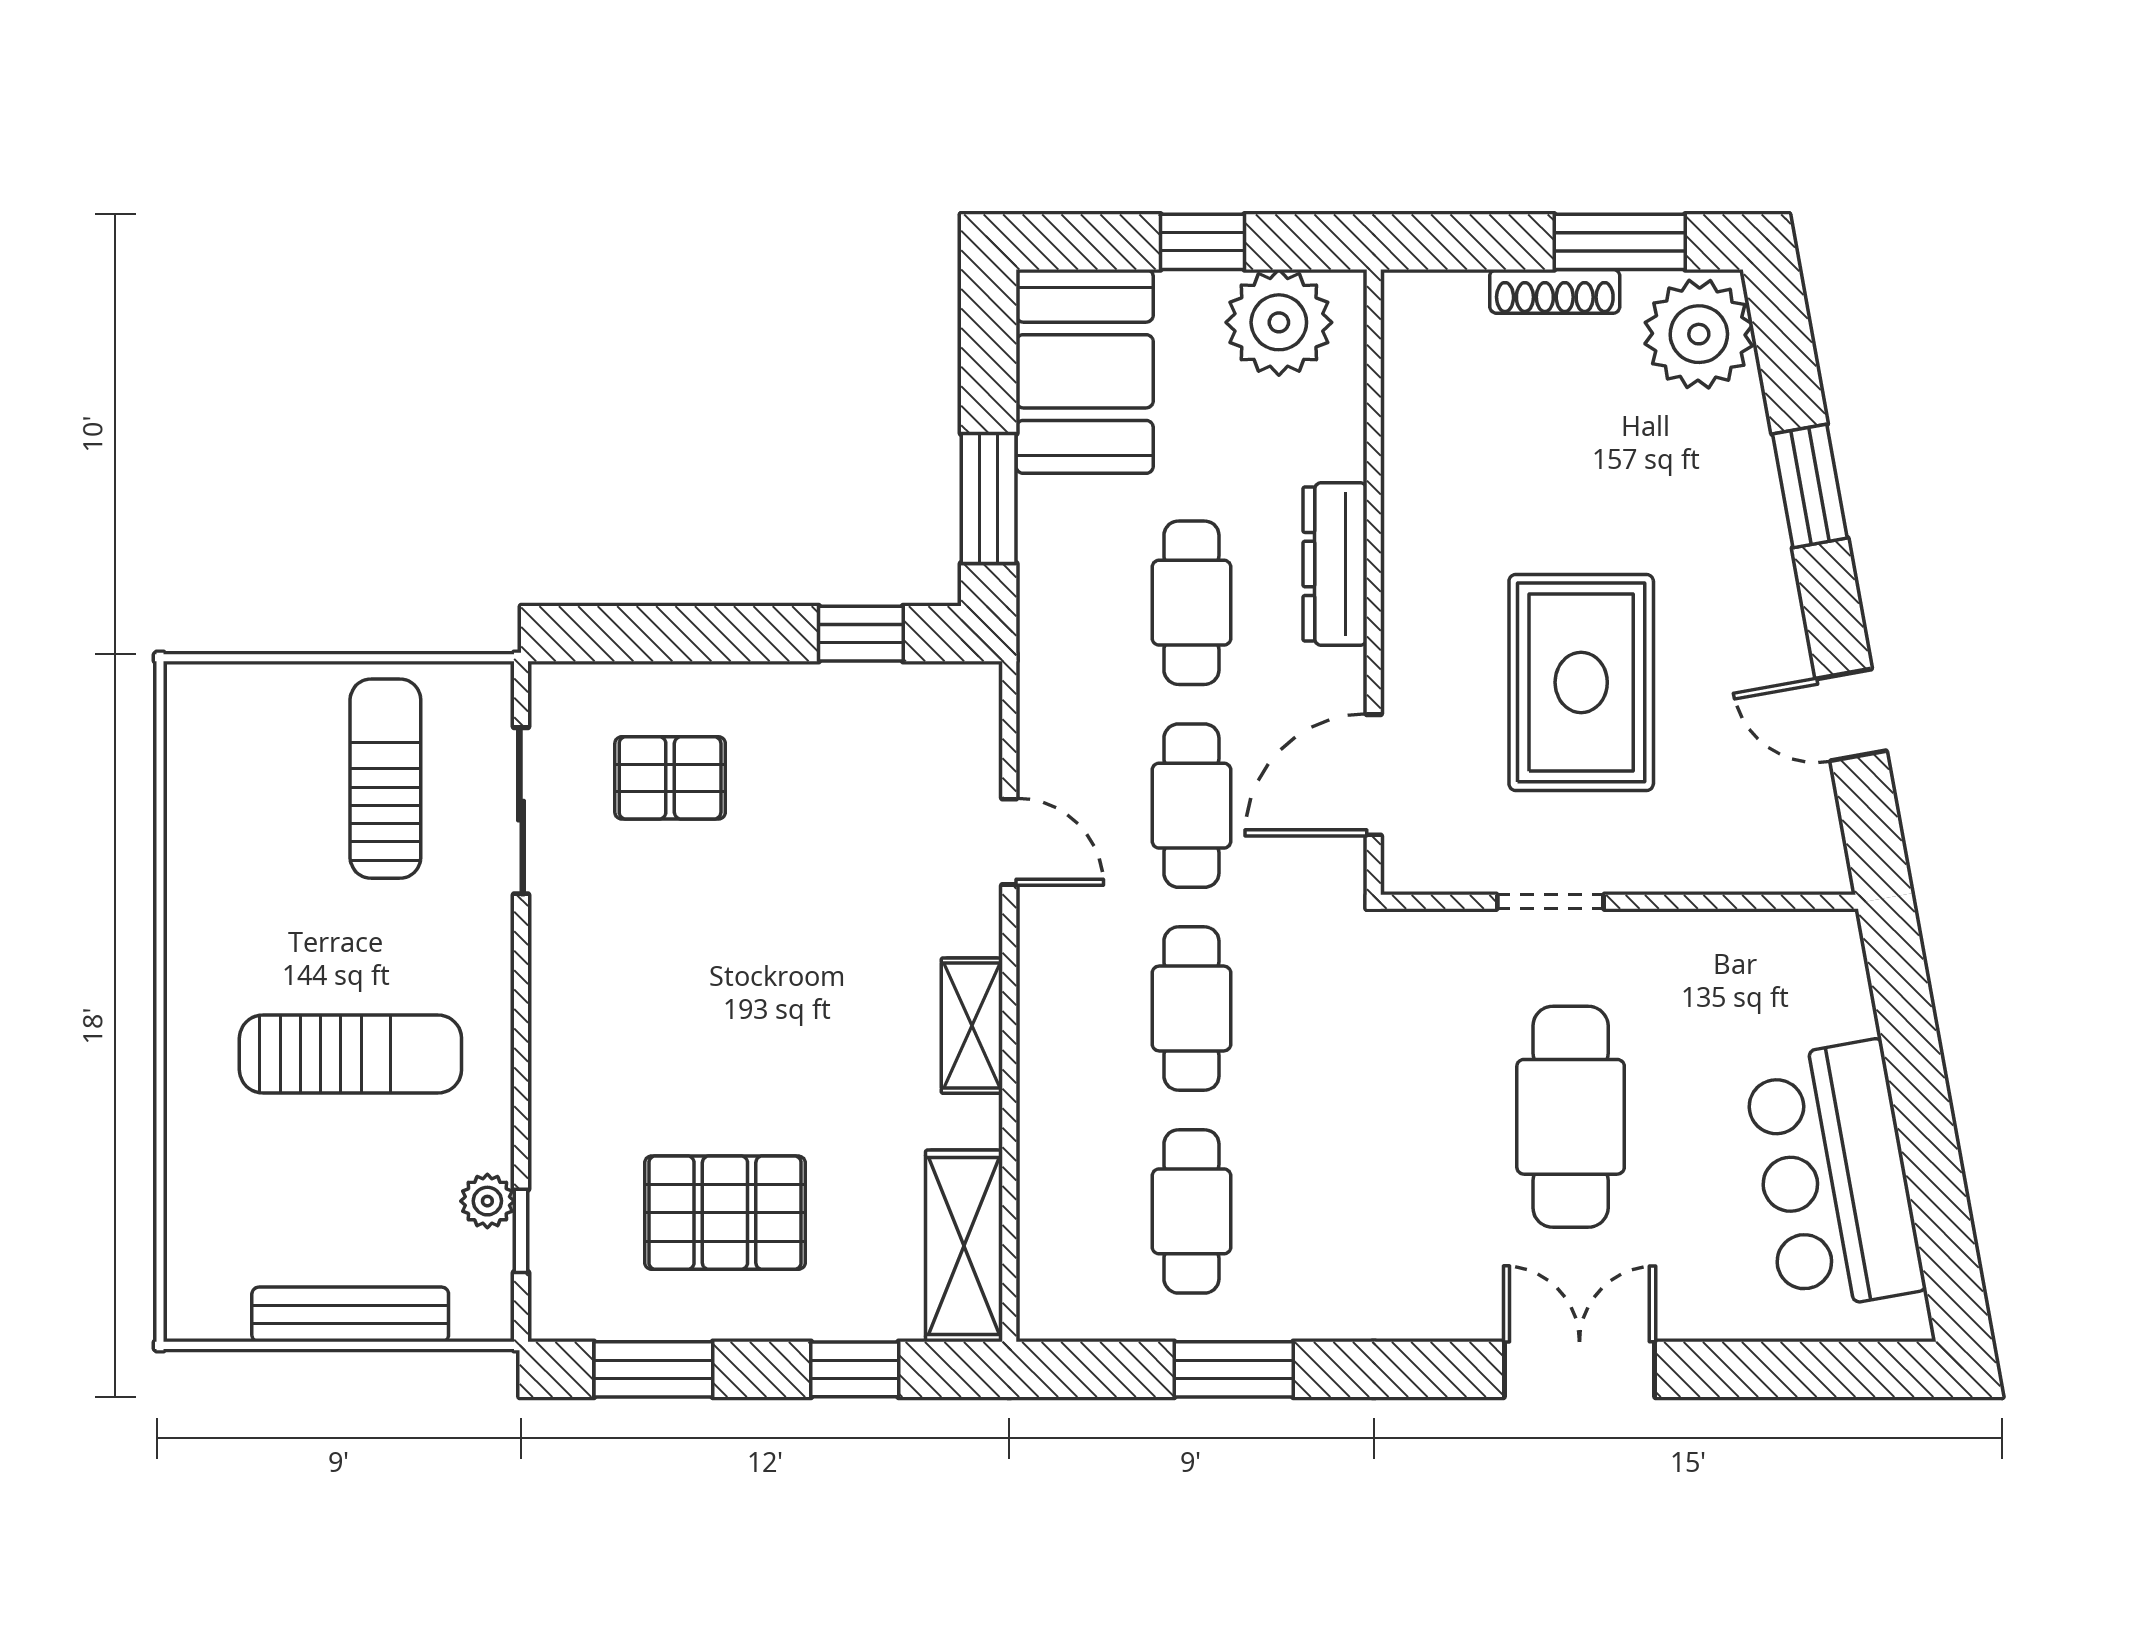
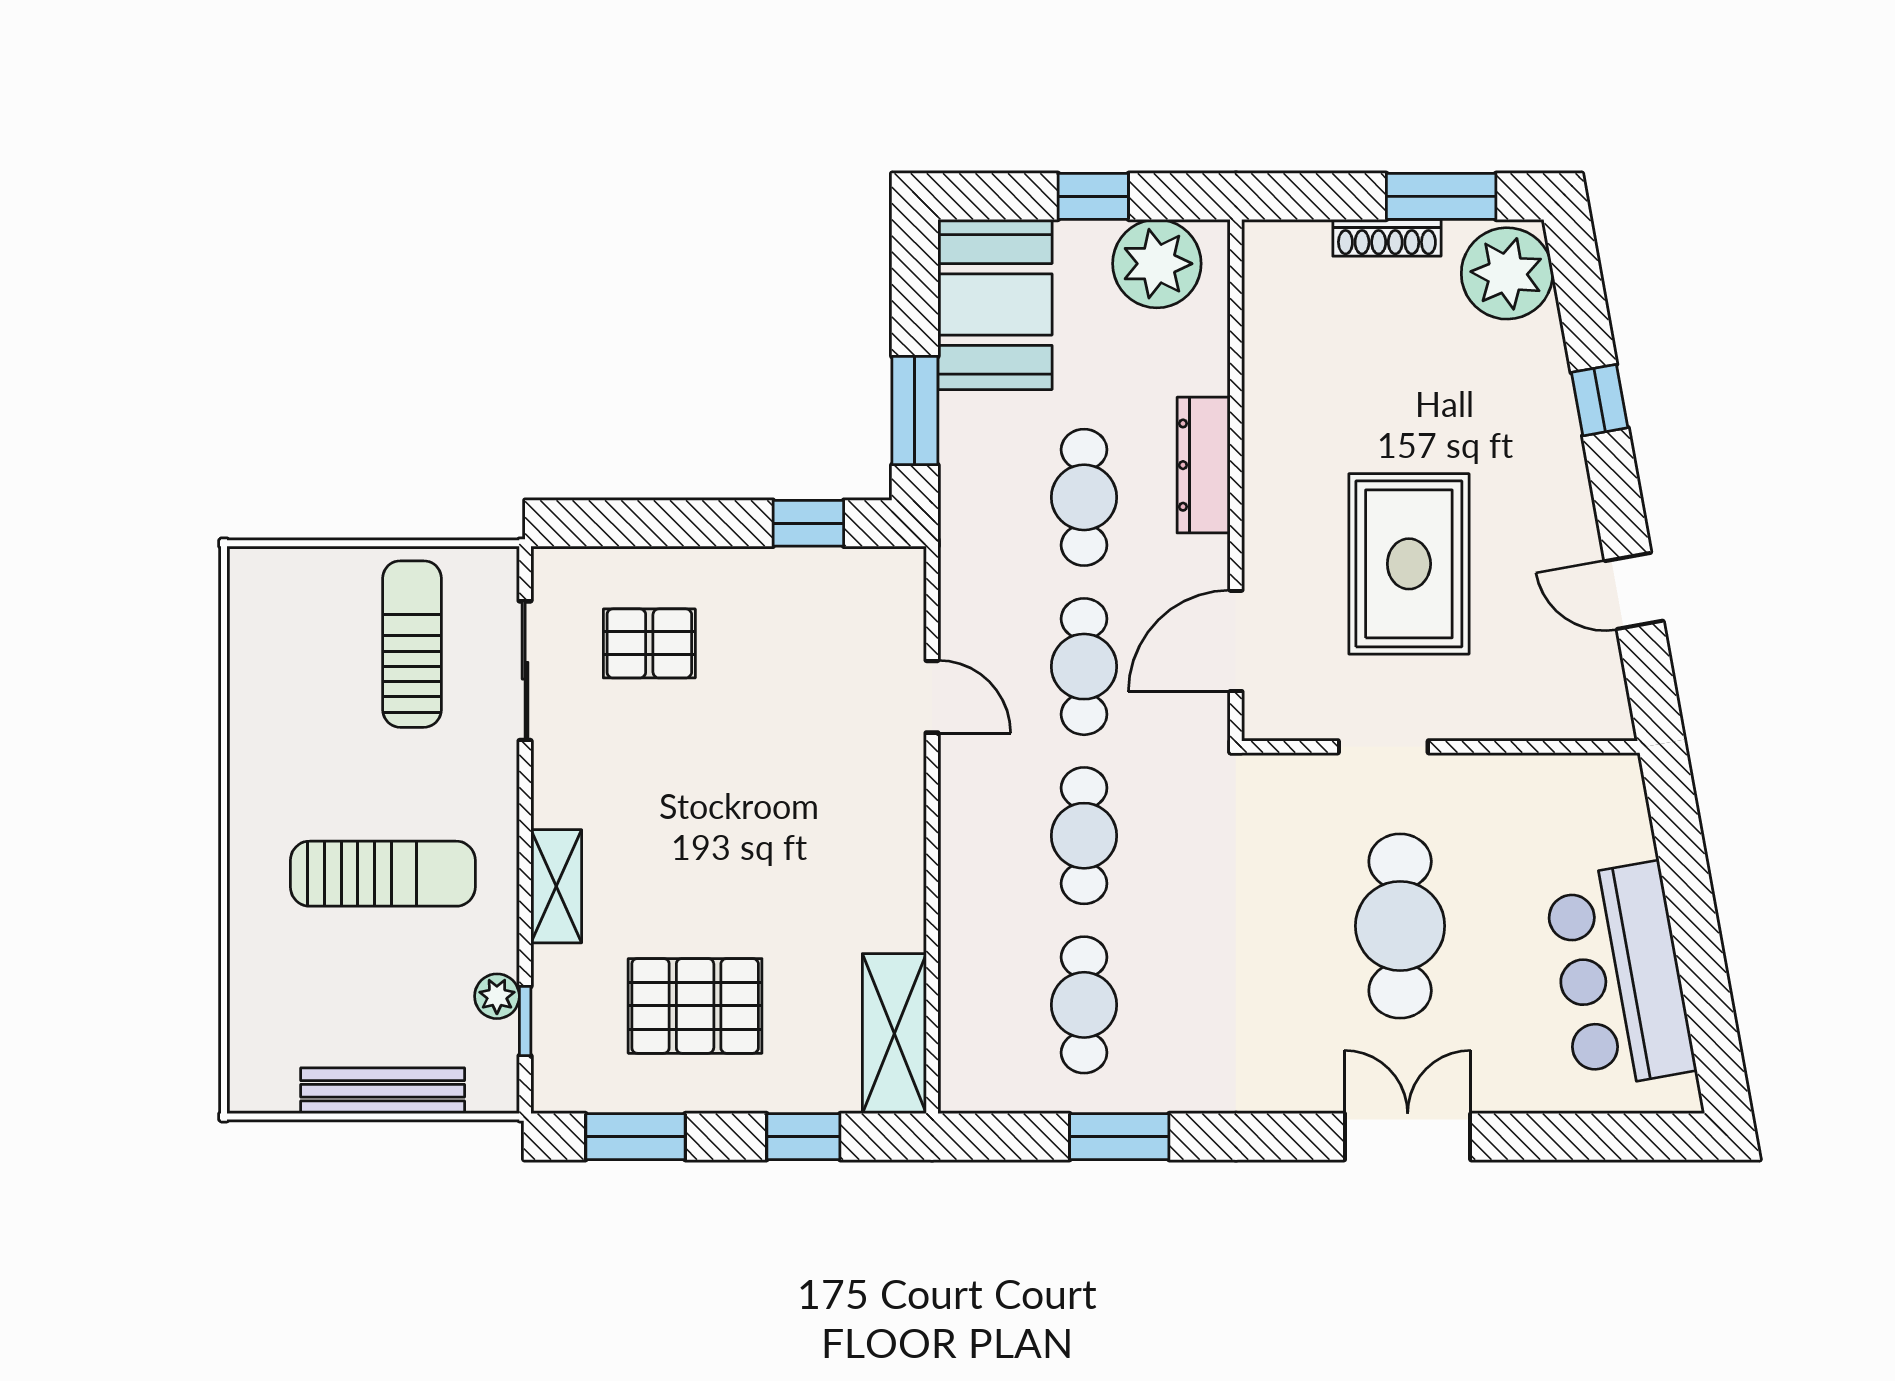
window: (1810, 486) -> (1600, 400), width x0.67
shelving: (972, 1026) -> (556, 886), moved

